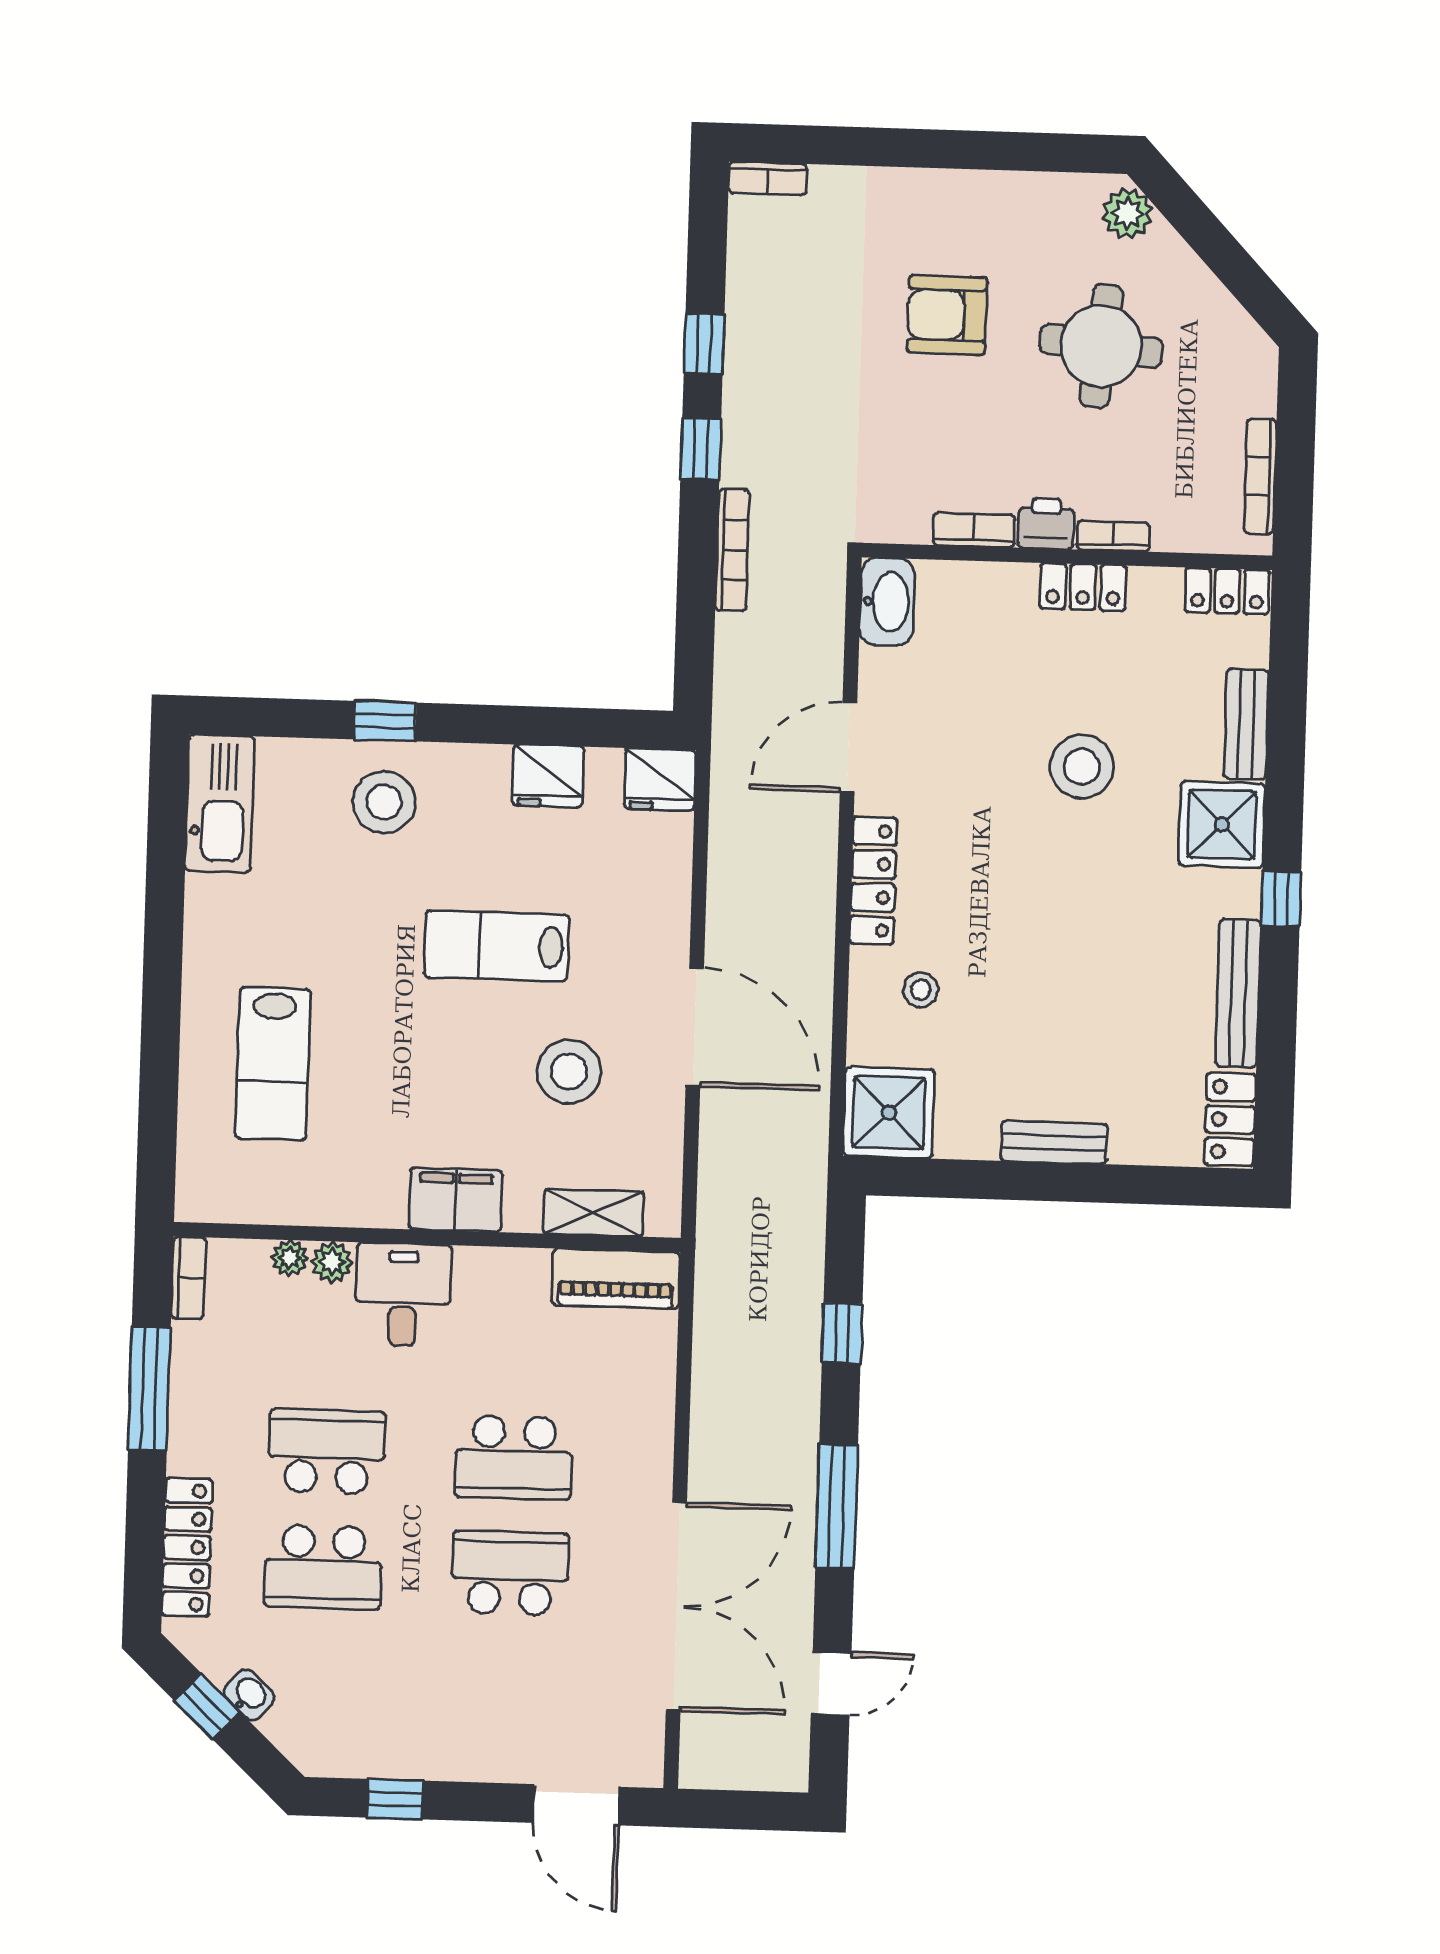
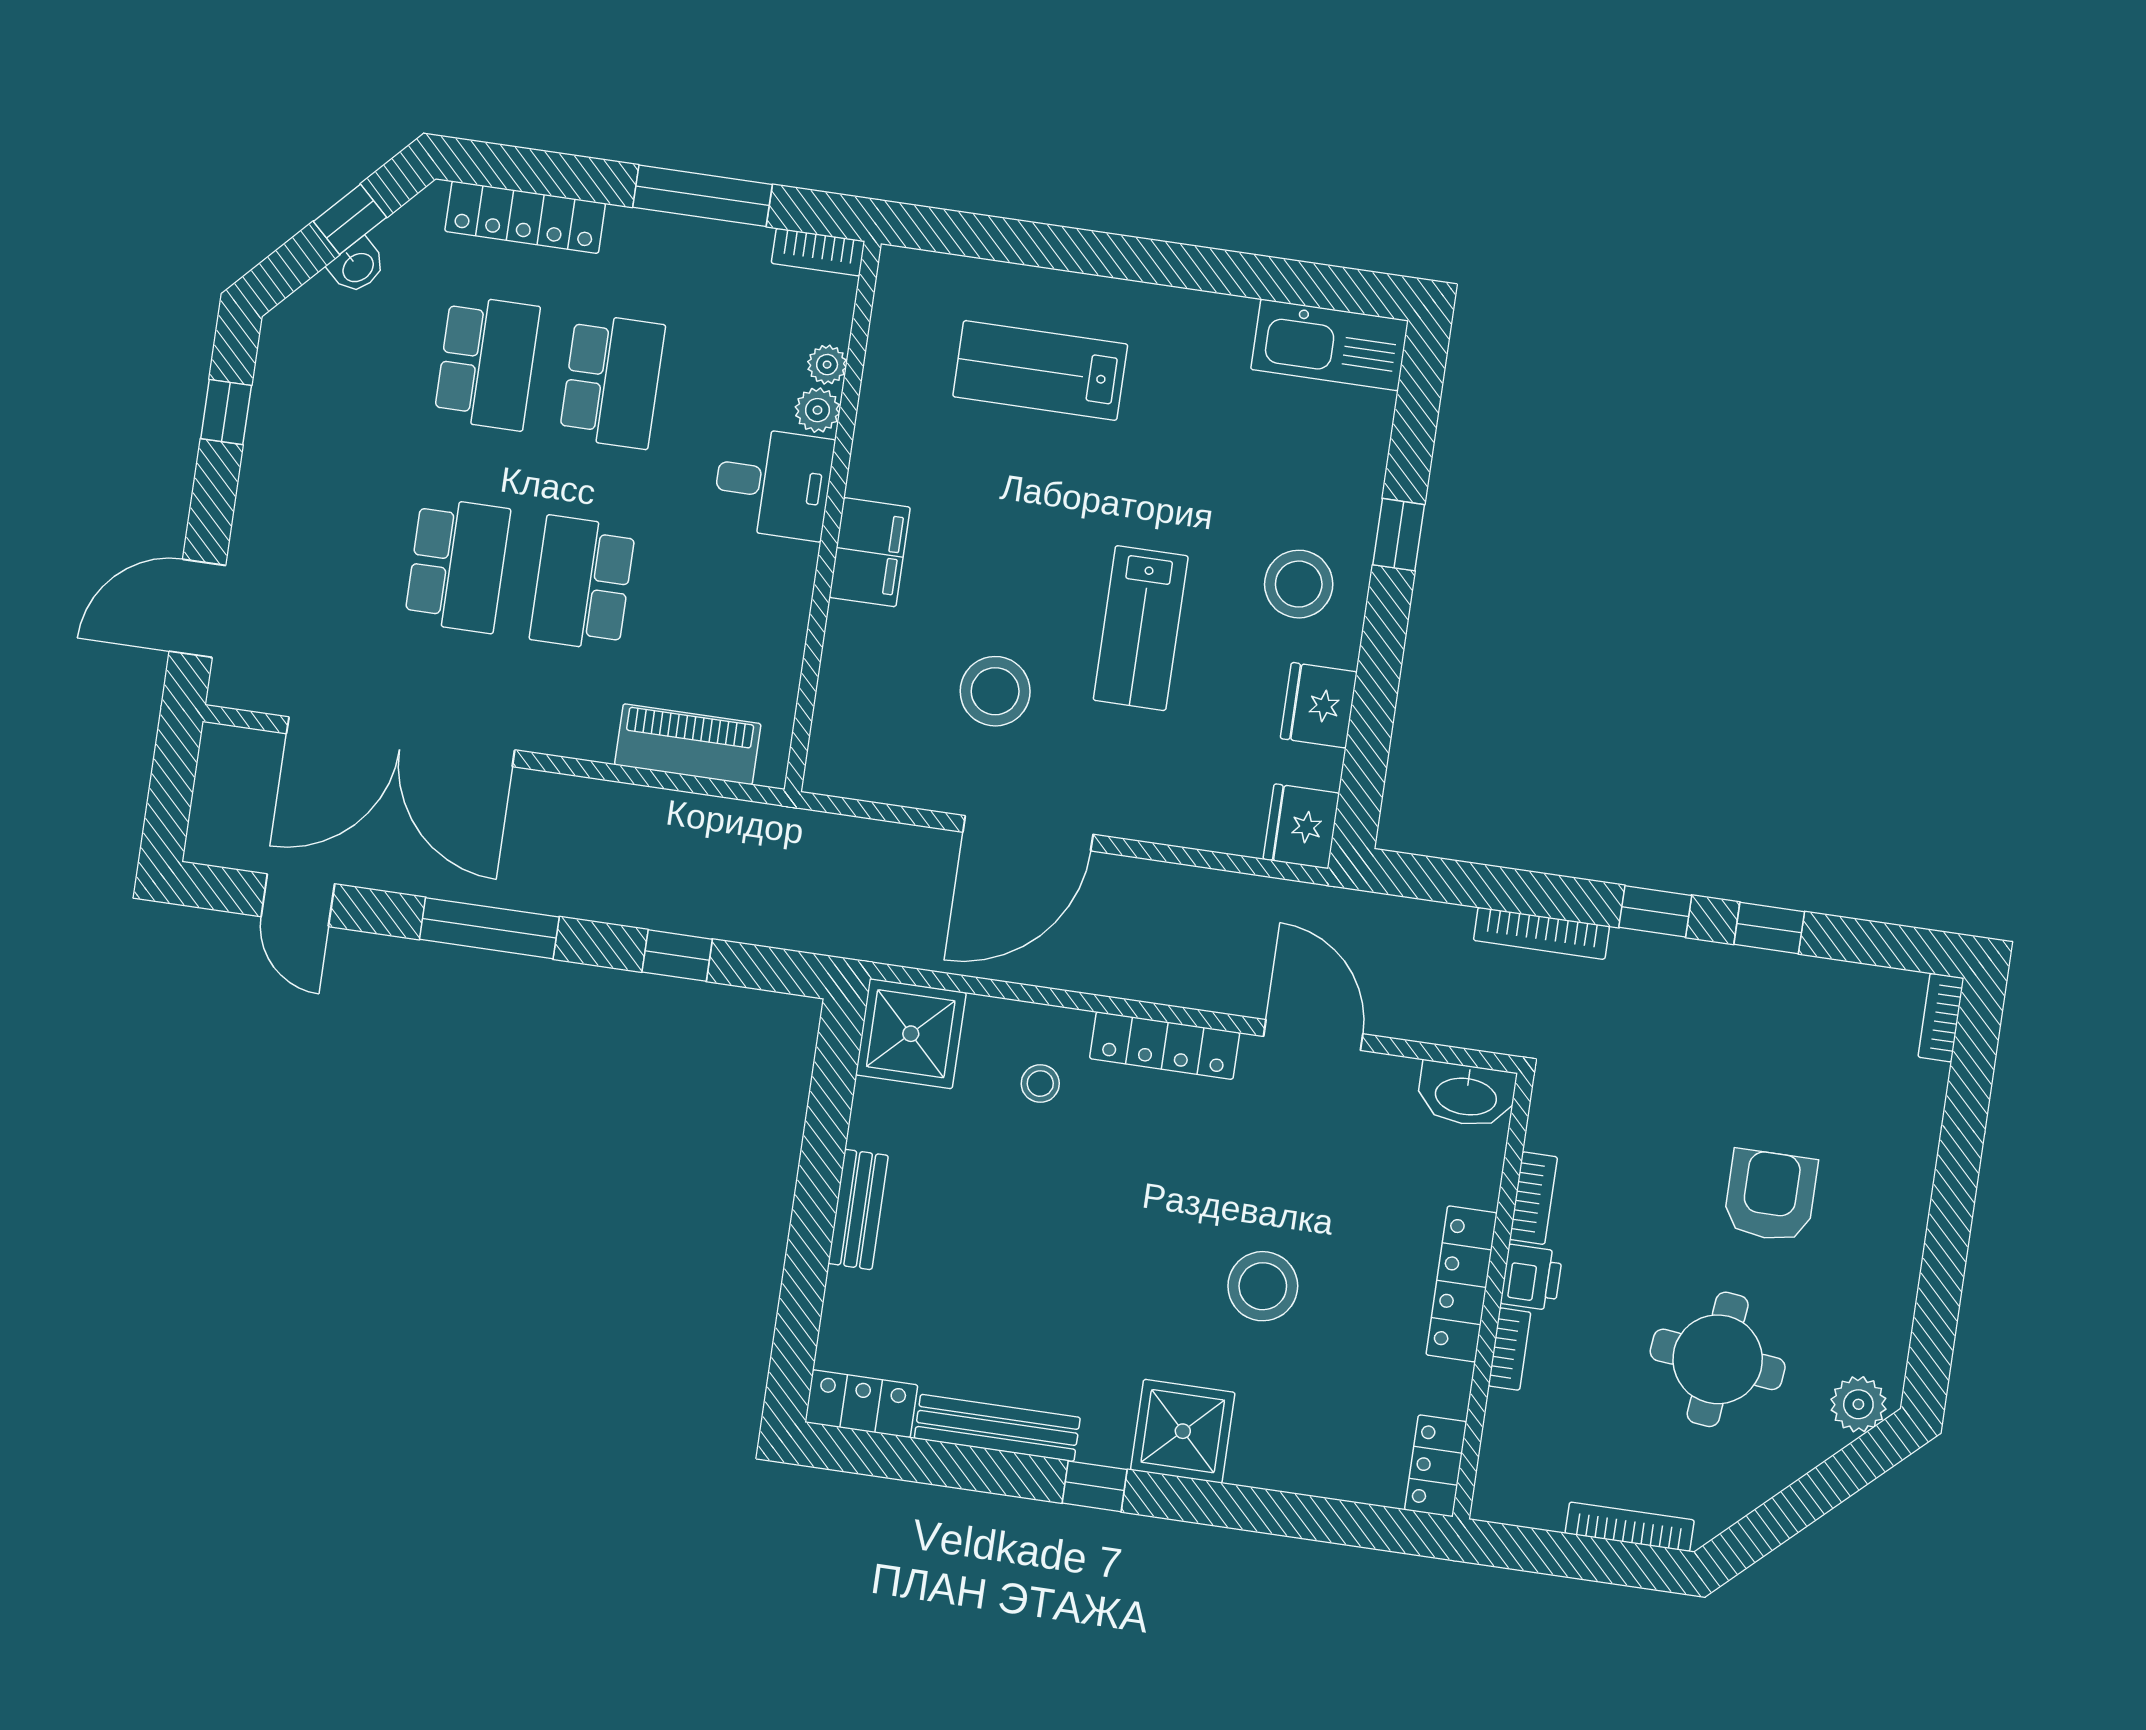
bookcase: (1260, 476) -> (1630, 1527), moved
locker: (1083, 587) -> (1462, 1284), width x1.53
bench: (1246, 724) -> (1289, 1470), removed
stool: (384, 802) -> (1299, 584), moved
lab bench: (497, 946) -> (1141, 628), turned 180
shelving: (593, 1213) -> (839, 700), removed
piano: (616, 1279) -> (688, 744), moved, turned 90
school desk: (323, 1567) -> (487, 363), turned 180

